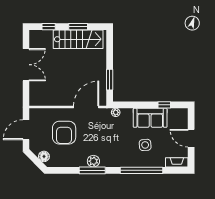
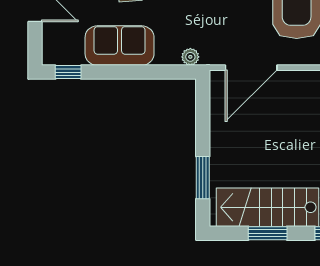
window: (110, 80) -> (203, 178), moved
window: (164, 105) -> (68, 72), moved

